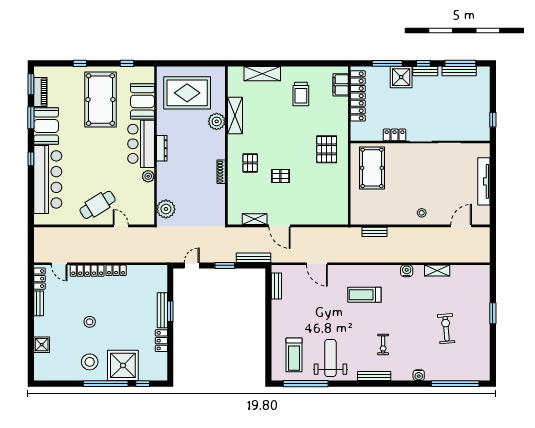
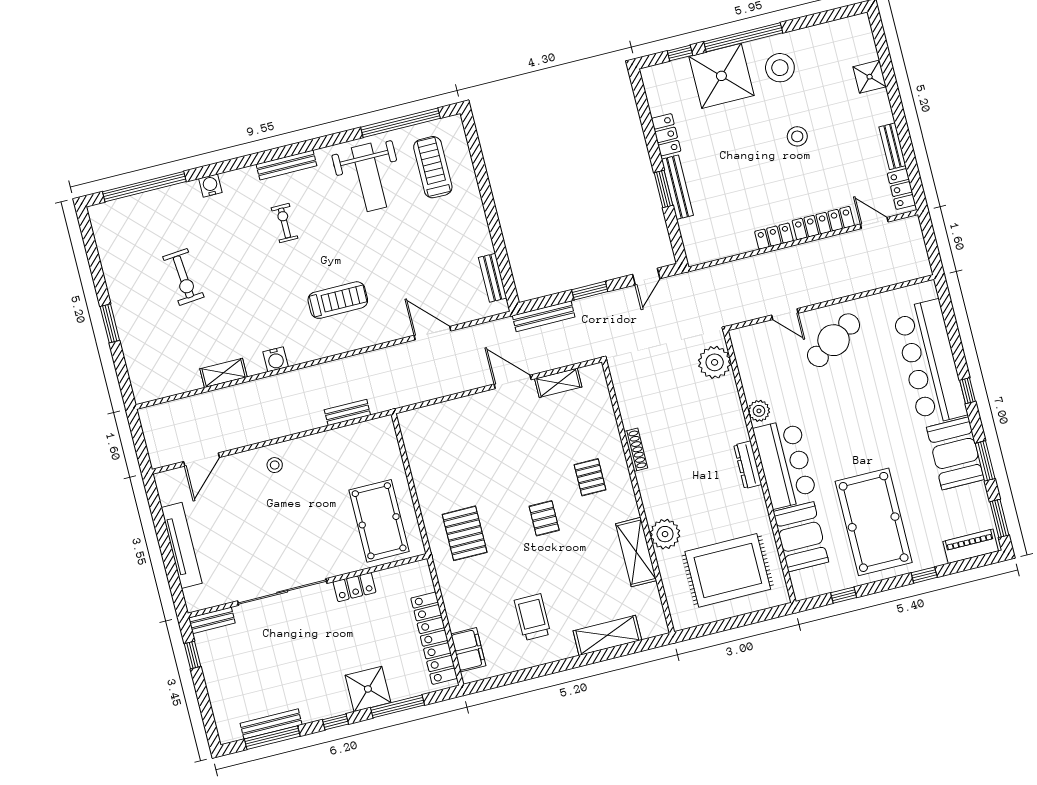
bench: (425, 71) -> (212, 620), moved
piano: (40, 92) -> (971, 546), moved, turned 90
pallet: (280, 176) -> (544, 518), moved, turned 90

